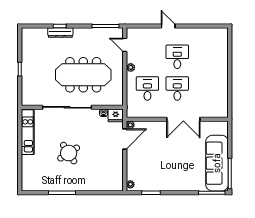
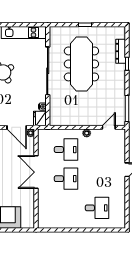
dresser: (60, 33) -> (121, 51), moved
desk: (177, 57) -> (97, 208), moved
meeting table: (83, 75) -> (81, 64), moved
double door: (183, 119) -> (36, 172), moved

